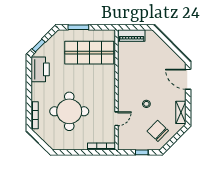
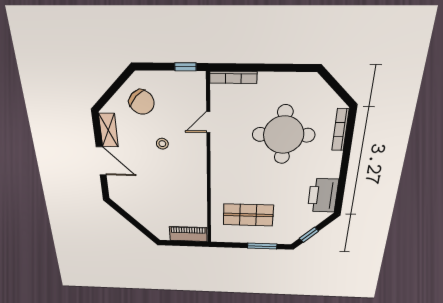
window: (39, 46) -> (309, 235), moved
shop shelf: (89, 53) -> (248, 215), width x0.70, depth x0.74
door: (188, 79) -> (101, 161), moved
window: (142, 152) -> (185, 67), moved

